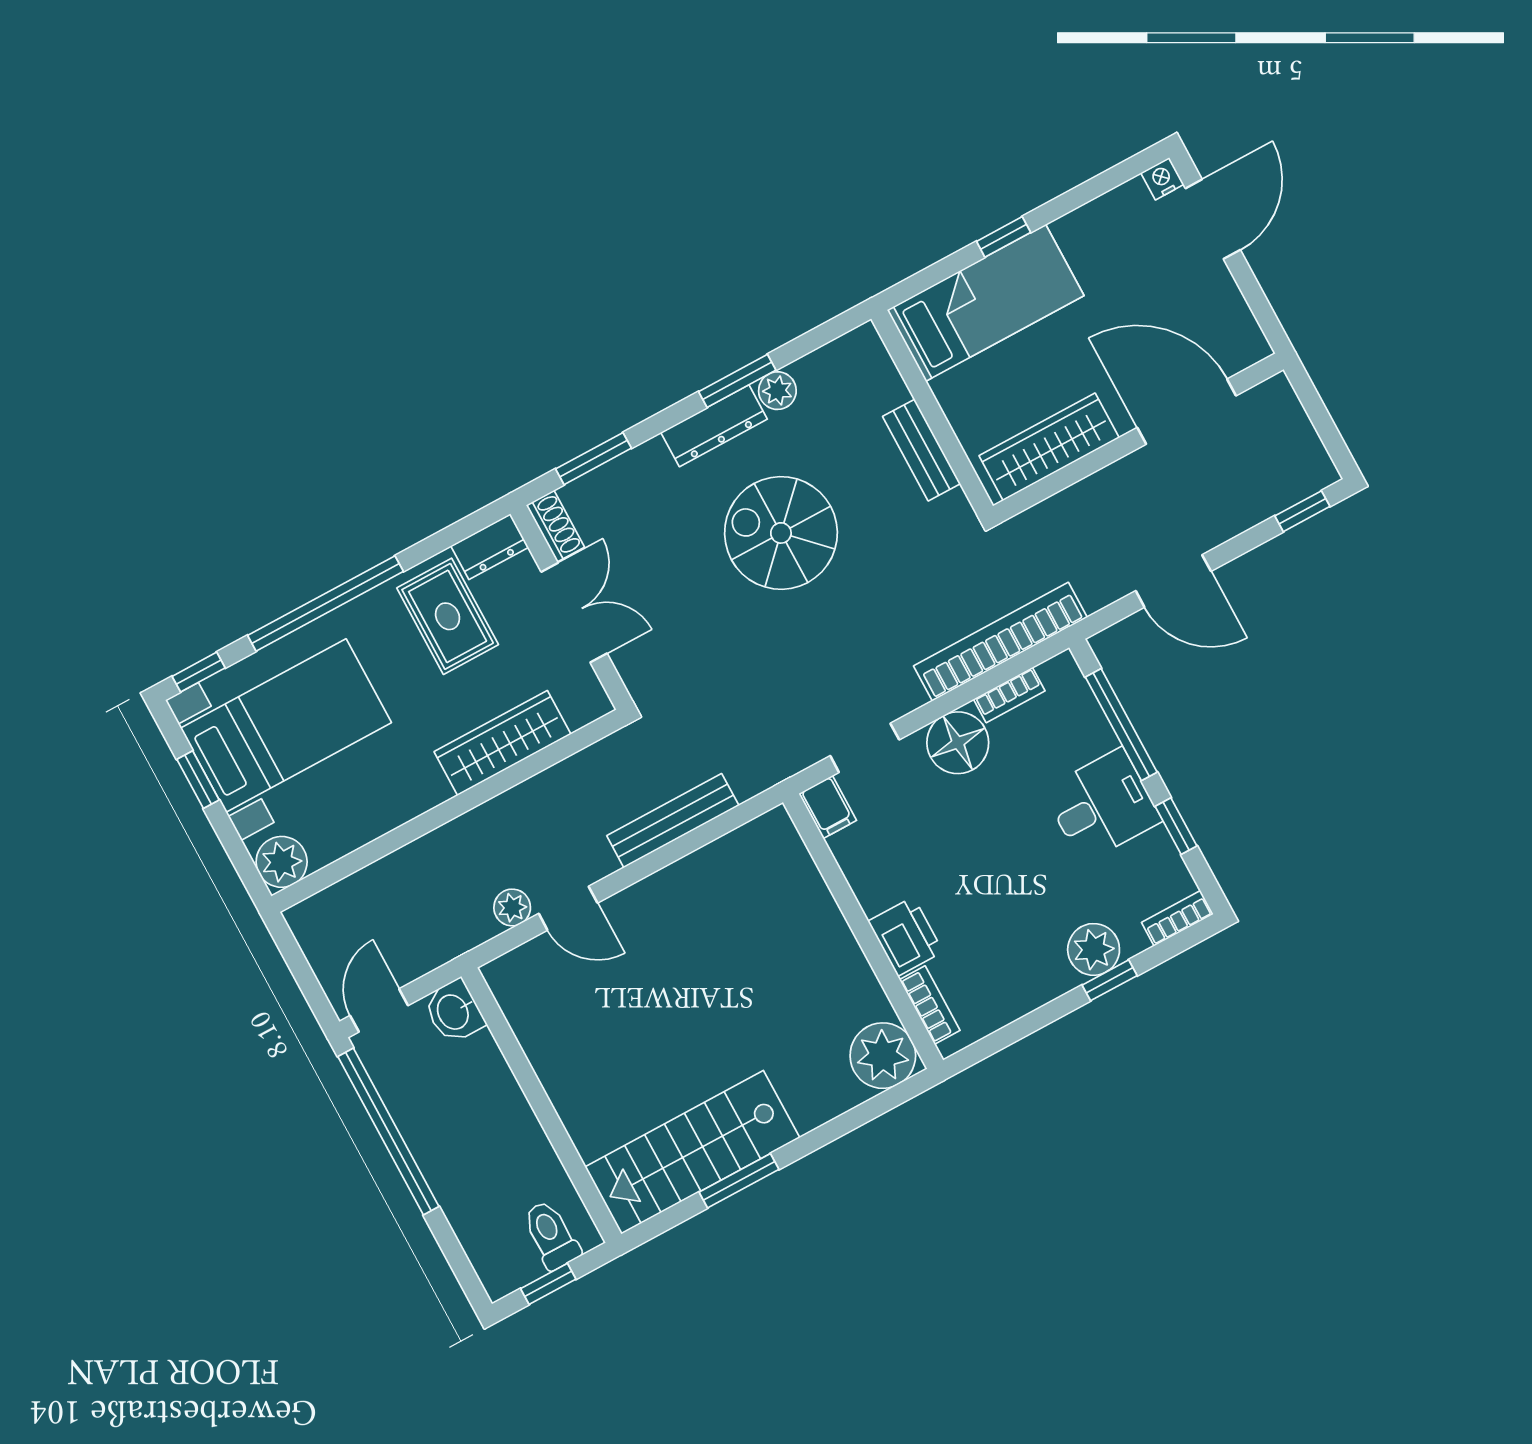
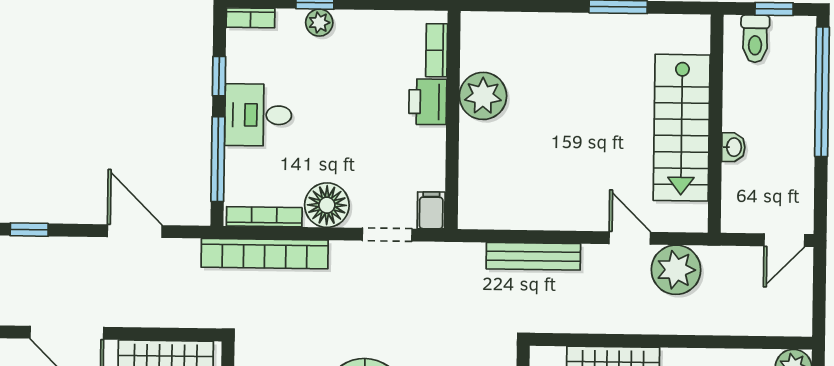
bookcase: (1009, 695) -> (264, 217), width x1.56
plant: (512, 907) -> (676, 270), width x1.88, depth x1.88
plant: (1094, 949) -> (319, 23), width x0.73, depth x0.73
washbasin: (454, 1011) -> (733, 147), moved, width x0.72, depth x0.69
plant: (883, 1056) -> (483, 96), moved
window: (388, 1132) -> (822, 92), moved
stairs: (692, 1152) -> (682, 128), moved, turned 90

